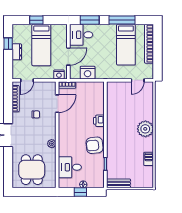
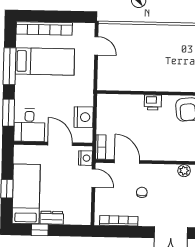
bed: (41, 45) -> (26, 194), moved, turned -90
door: (27, 80) -> (93, 178), moved
plant: (145, 129) -> (166, 36), removed

